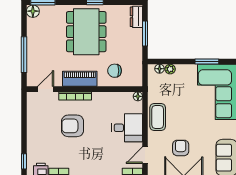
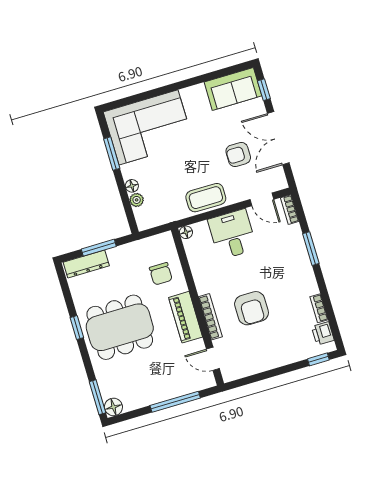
dresser: (136, 17) -> (86, 264), width x1.44
floor lamp: (160, 69) -> (132, 186), moved

